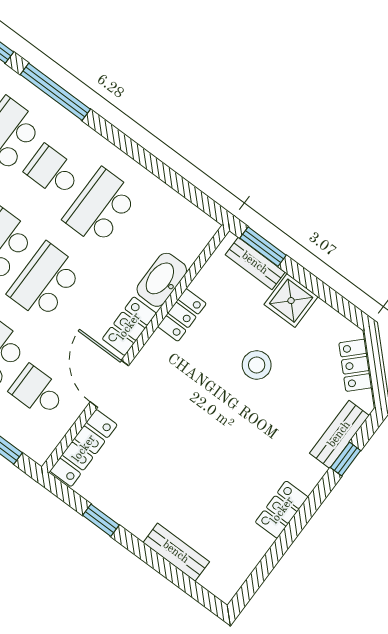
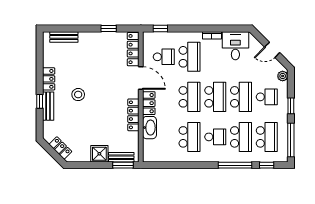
locker: (182, 315) -> (133, 115), width x1.53
stool: (257, 365) -> (78, 95), moved
bench: (339, 434) -> (48, 106), moved
window: (346, 459) -> (40, 101), moved
bench: (176, 552) -> (64, 37), moved

